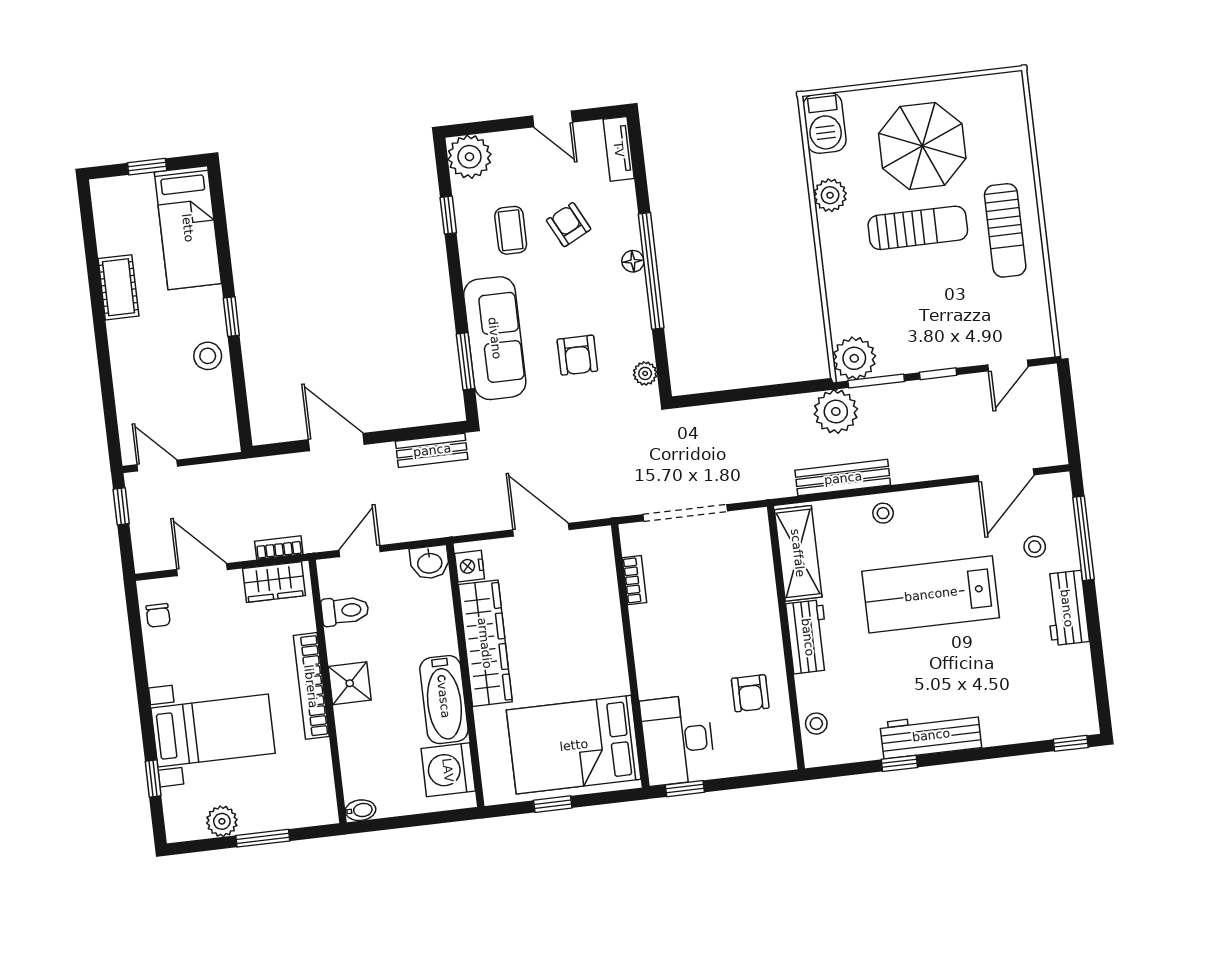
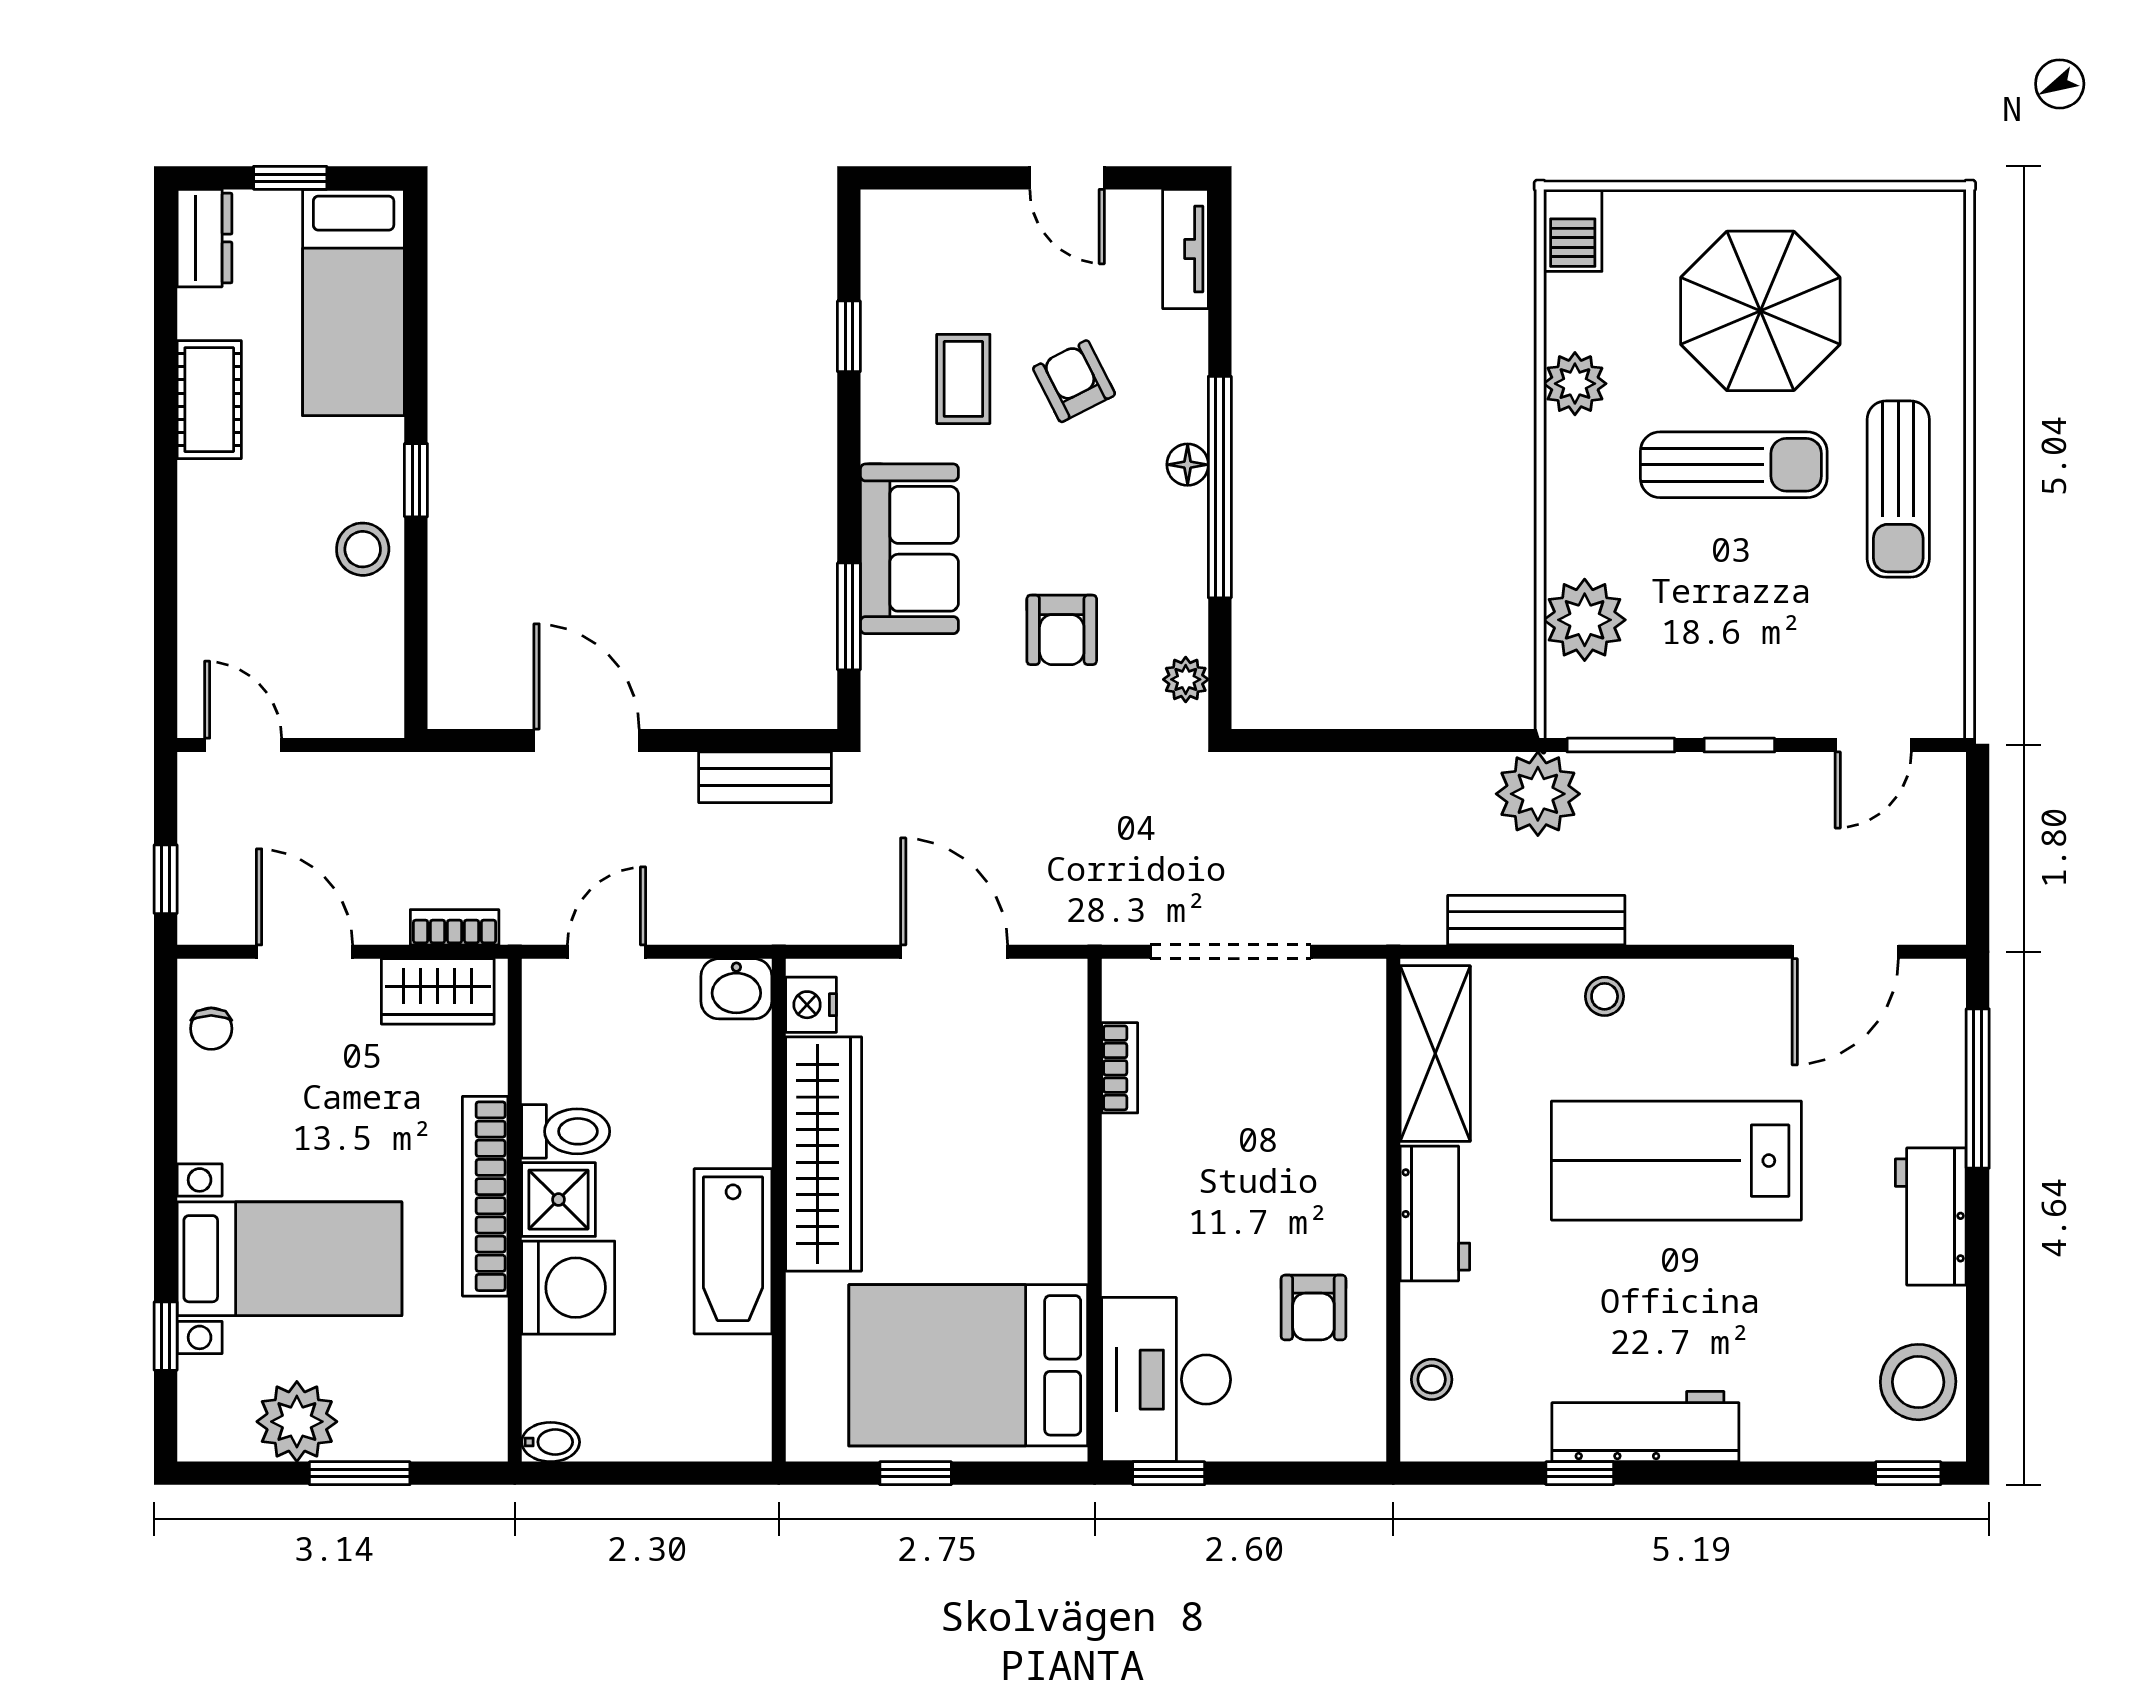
barbecue: (824, 123) -> (1573, 230), width x0.73, depth x0.79
plant: (469, 157) -> (902, 231), removed
dresser: (106, 203) -> (205, 238), added
sofa: (495, 338) -> (909, 549), width x0.73
plant: (854, 358) -> (1585, 620), moved
window: (121, 506) -> (166, 879), moved
stool: (1035, 547) -> (1918, 1382), moved, width x1.89, depth x1.89
toilet: (345, 611) -> (566, 1131), moved
washing machine: (448, 770) -> (568, 1288), moved, turned 180
plant: (222, 821) -> (297, 1422), width x1.36, depth x1.36

